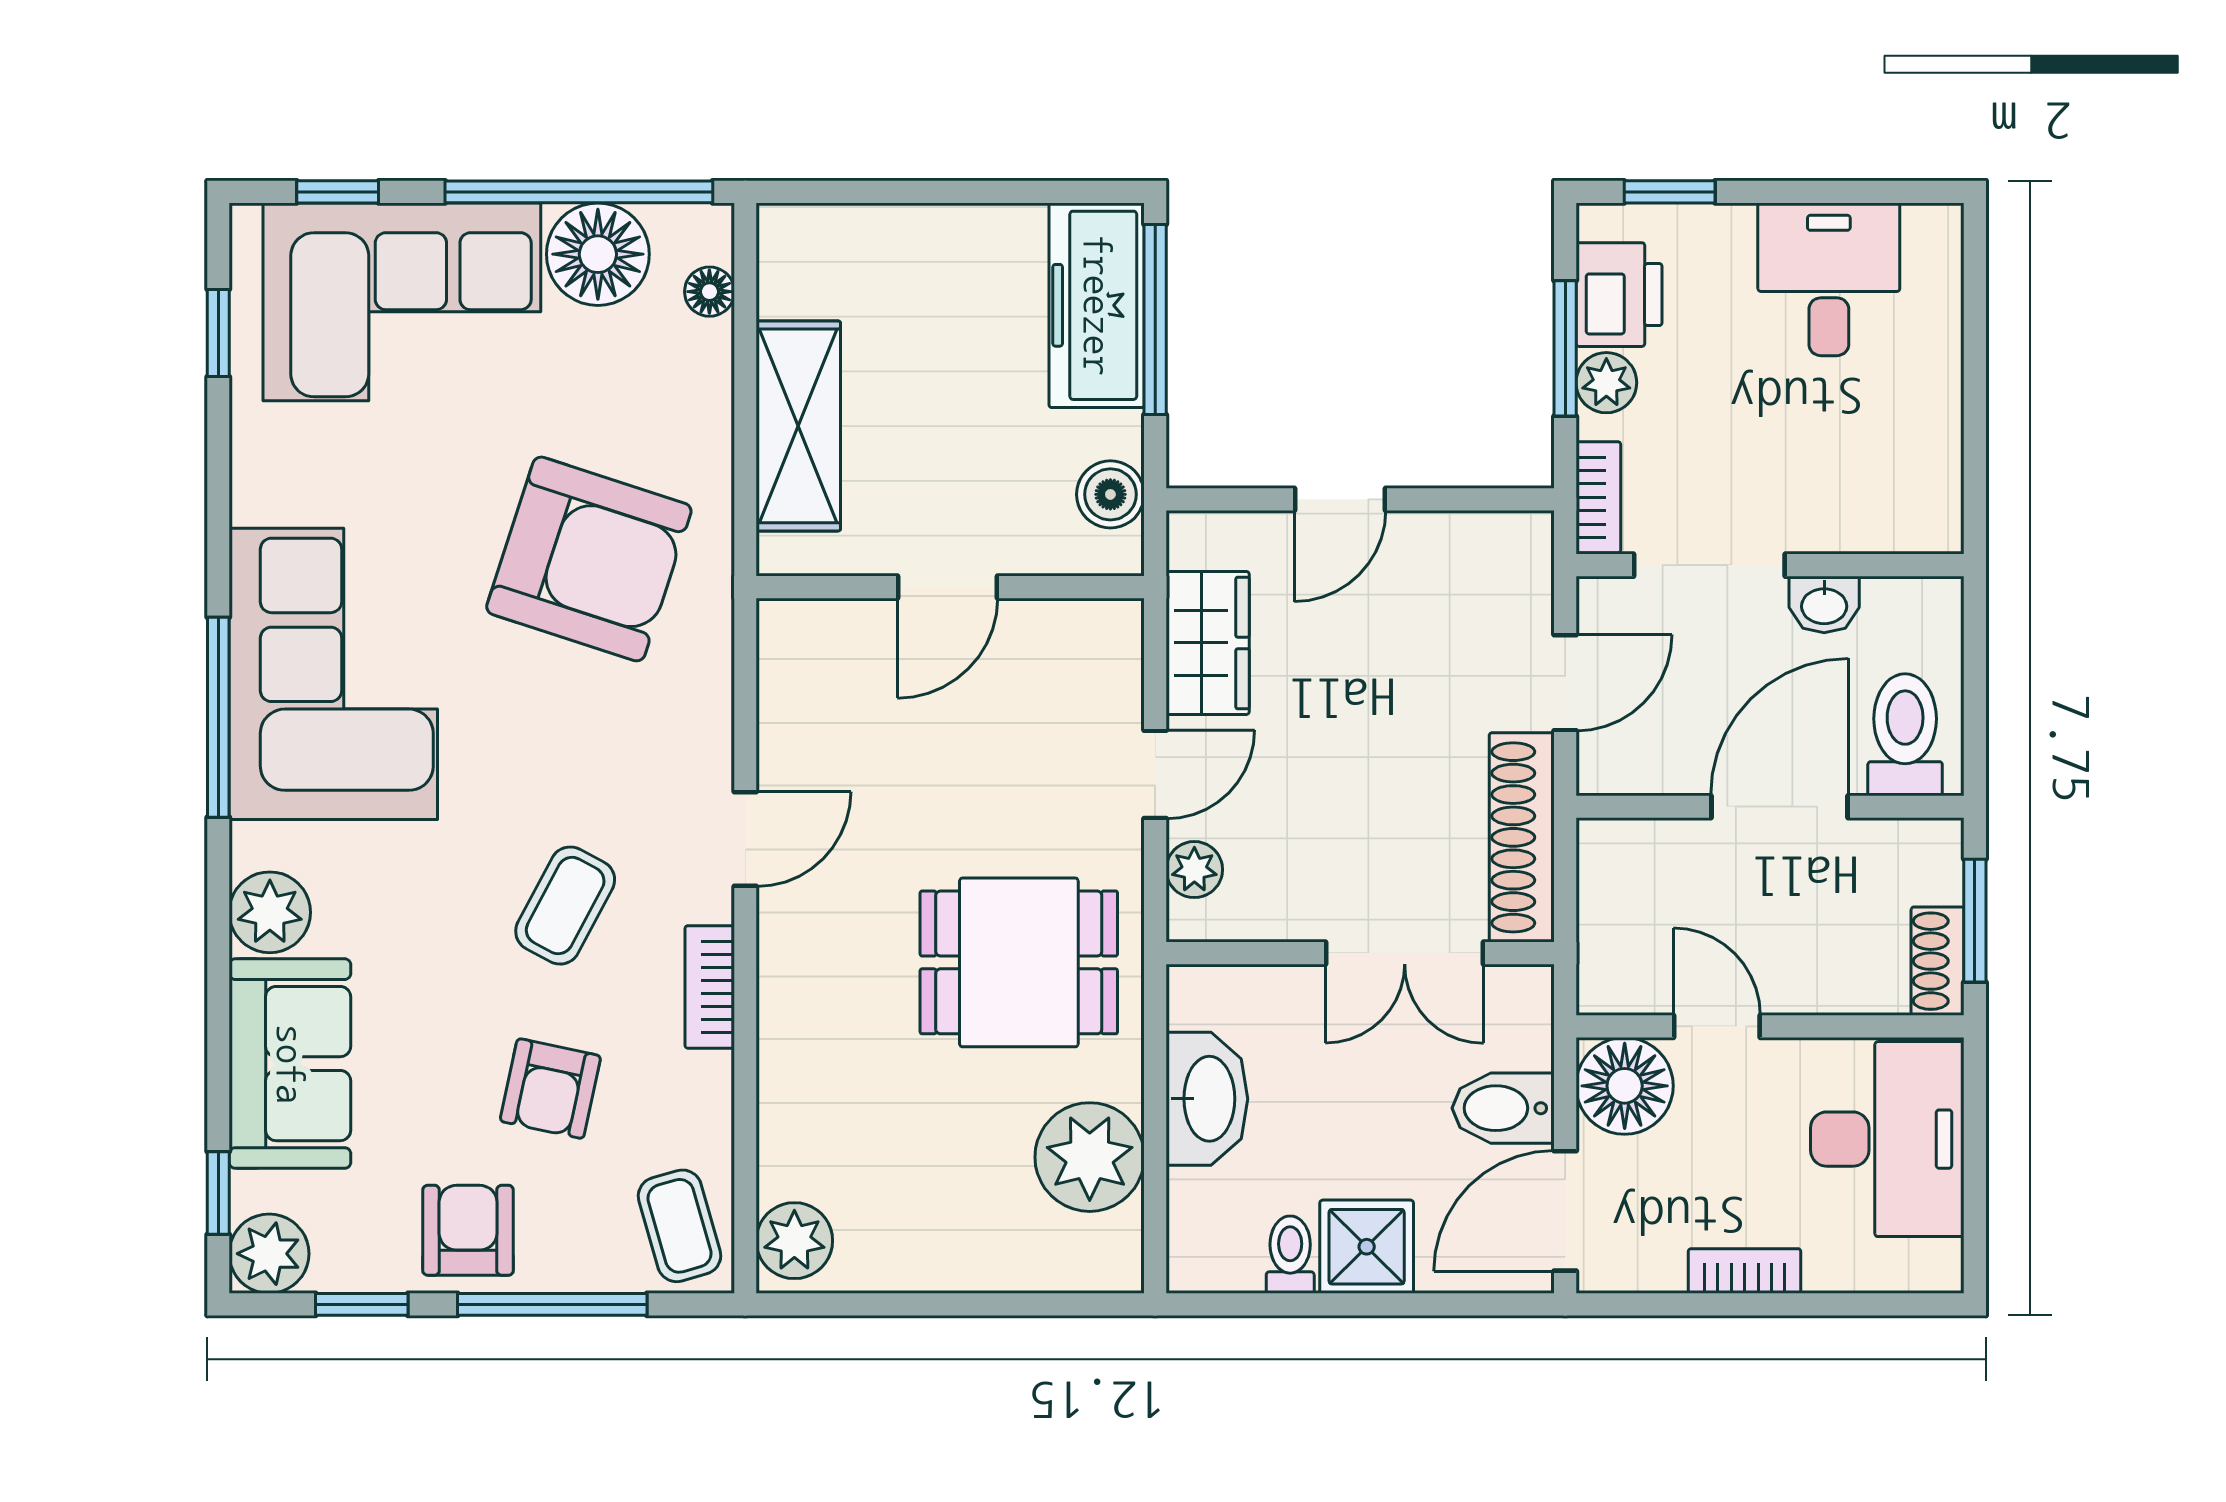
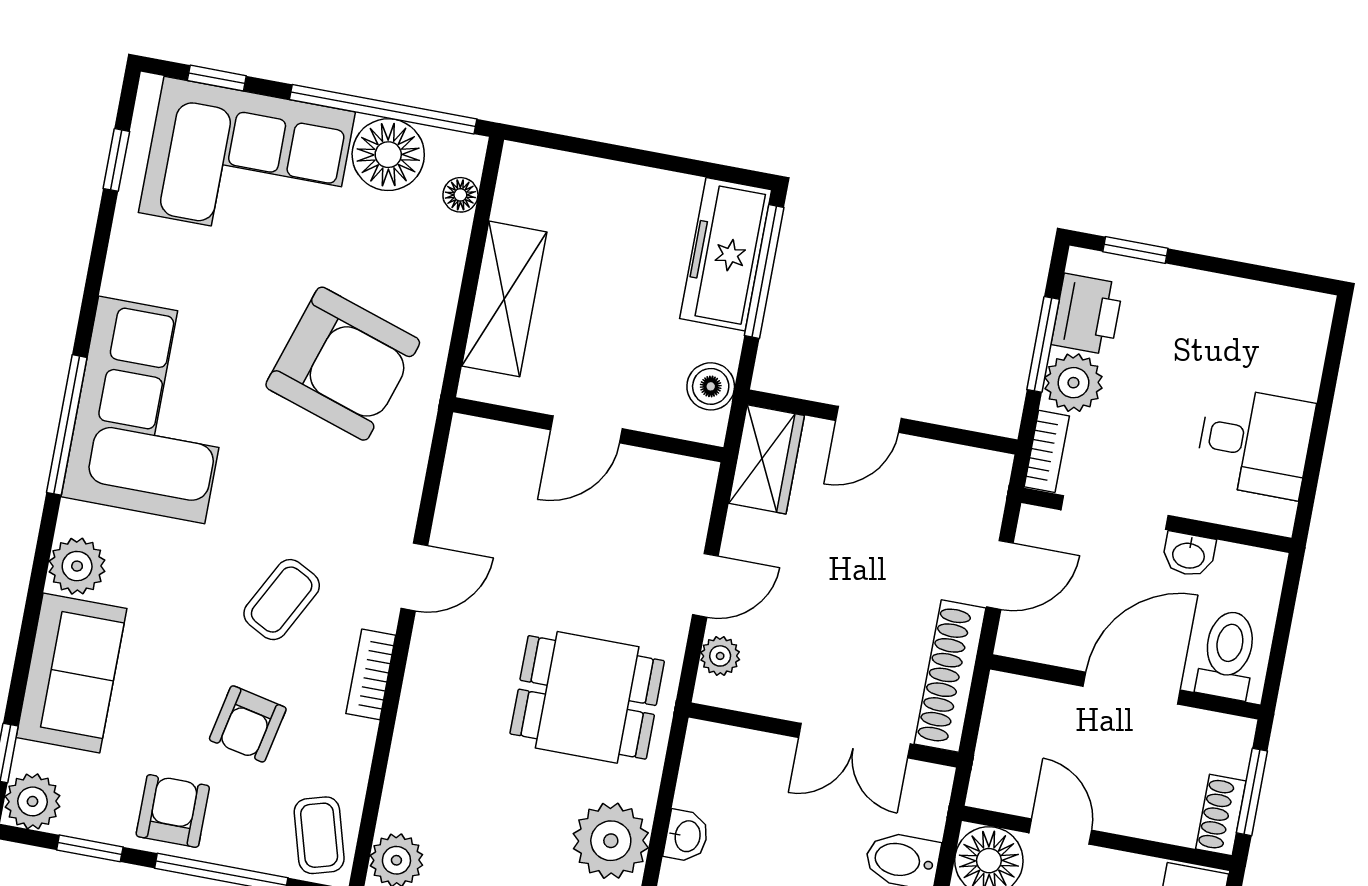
desk: (1829, 279) -> (1255, 443), moved, turned 90
plant: (1606, 383) -> (1073, 383), width x1.38, depth x1.38
wardrobe: (1208, 643) -> (766, 459), moved
washbasin: (1207, 1099) -> (686, 836), width x0.52, depth x0.69

